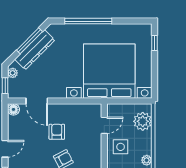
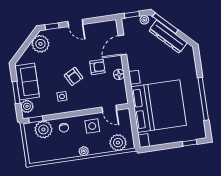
window: (88, 21) -> (203, 99), moved
window: (29, 41) -> (165, 23), moved
floor lamp: (13, 109) -> (119, 74), moved

